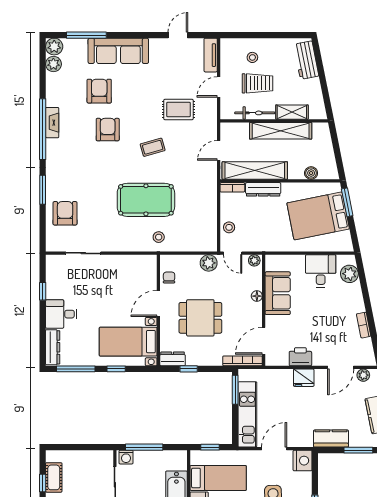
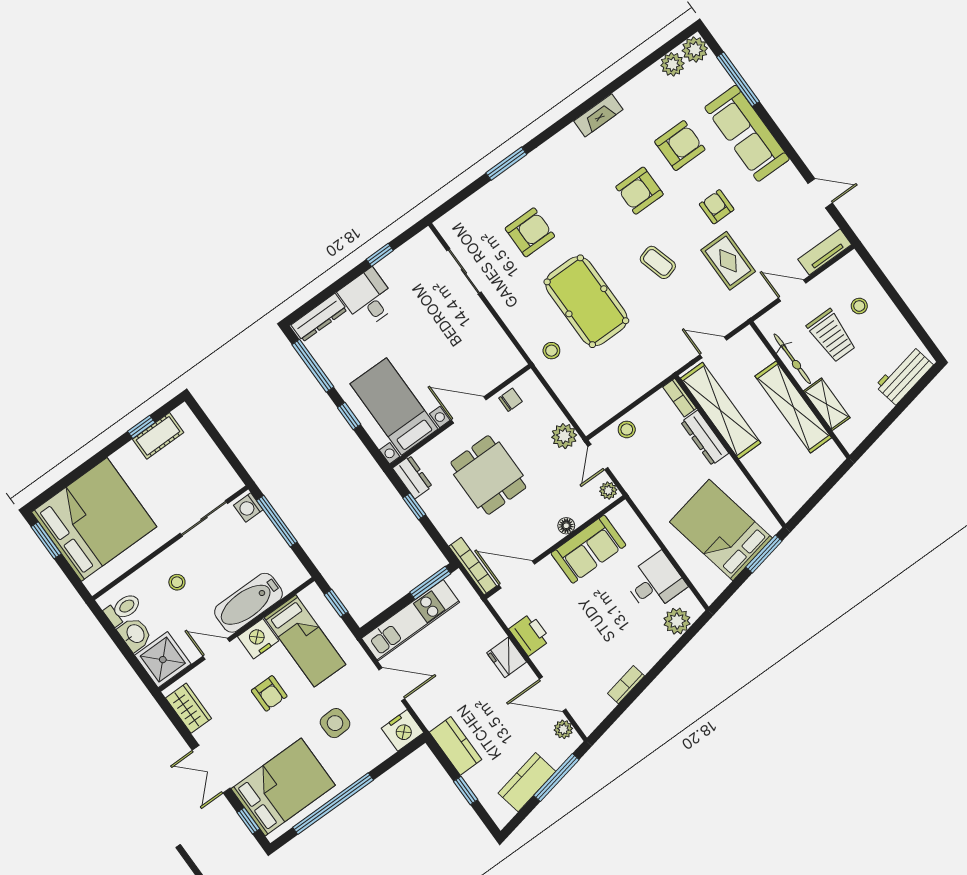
armchair: (146, 95) -> (717, 207), added
window: (43, 129) -> (582, 109), removed
armchair: (108, 130) -> (640, 191), turned 180
boiler: (311, 173) -> (768, 483), removed
armchair: (65, 213) -> (530, 232), moved
window: (358, 450) -> (466, 790), width x0.67

